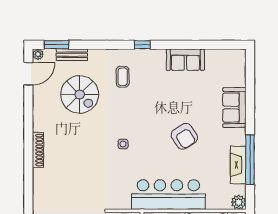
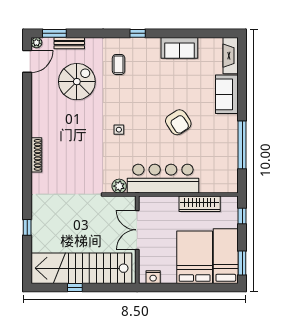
spiral stairs: (80, 94) -> (77, 82), turned -90
shoe rack: (38, 150) -> (36, 155), moved
fireplace: (238, 165) -> (231, 56), moved
plant: (239, 202) -> (119, 186), moved

